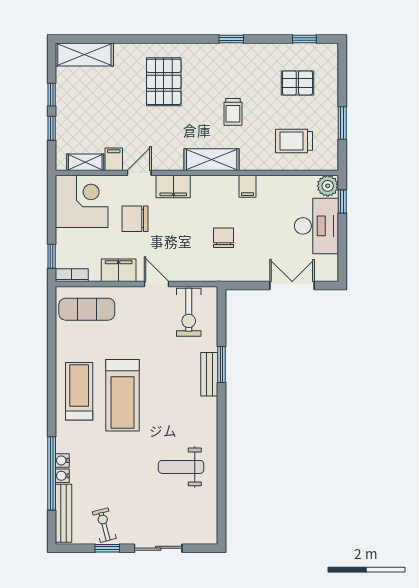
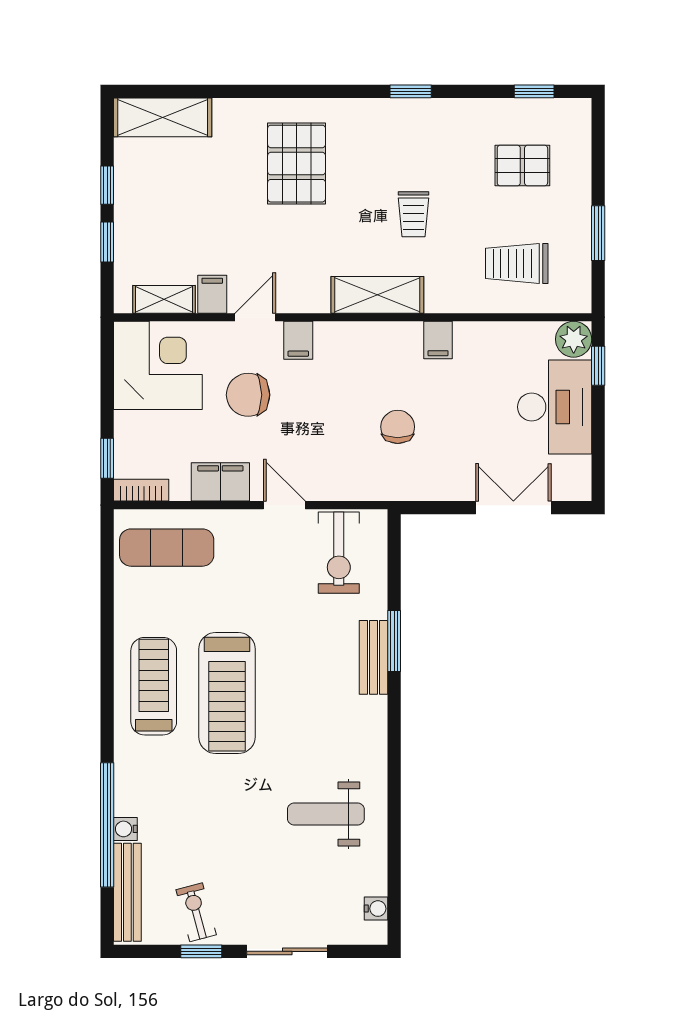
filing cabinet: (173, 186) -> (298, 340), width x0.50
water cooler: (62, 460) -> (376, 909), moved, turned 180

